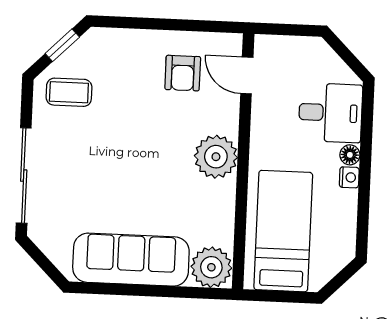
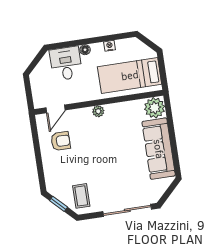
plant: (216, 157) -> (98, 111), width x0.53, depth x0.53
nightstand: (349, 177) -> (110, 46), moved

